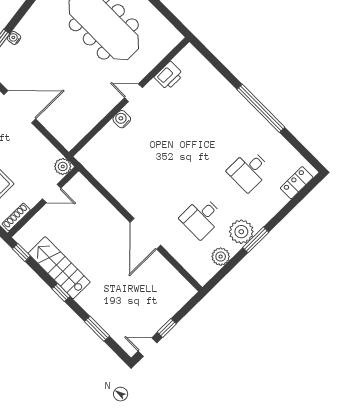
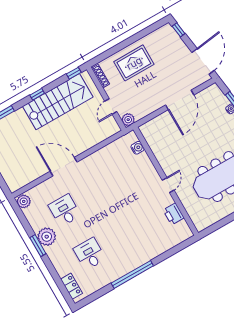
water cooler: (122, 119) -> (138, 148), moved
plant: (221, 257) -> (24, 201), moved
stairs: (59, 268) -> (58, 102), width x1.36, depth x1.51

